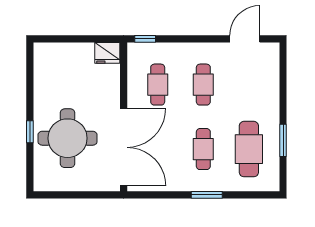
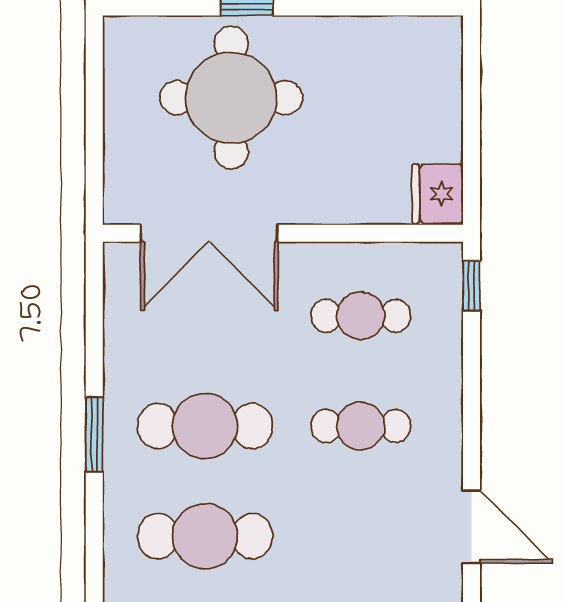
double door: (124, 147) -> (209, 233), width x0.73
cafe table: (203, 149) -> (205, 426), width x1.37, depth x1.35

